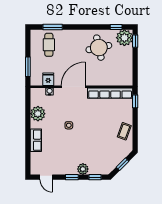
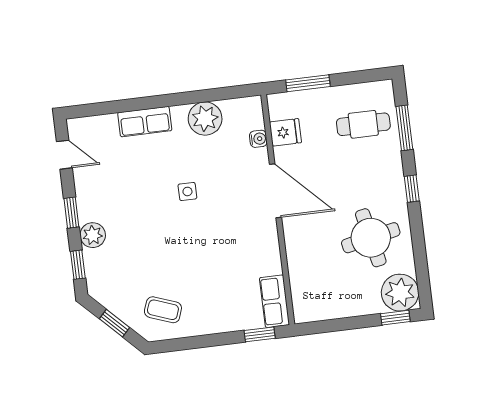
window: (116, 27) -> (412, 189), moved
row of seats: (110, 93) -> (274, 301), width x0.50
coffee table: (124, 131) -> (163, 310), moved
door: (46, 177) -> (64, 155), swing flipped

